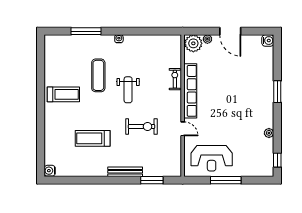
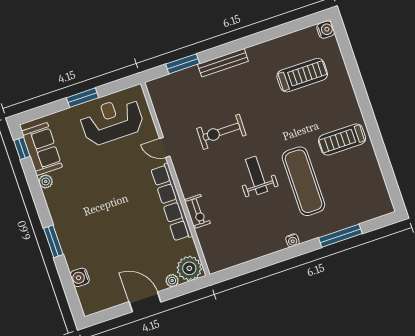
water cooler: (268, 41) -> (80, 277), moved
exercise mat: (98, 75) -> (303, 181), width x1.36, depth x1.45
treadmill: (93, 138) -> (302, 75), moved
sofa: (264, 155) -> (42, 149), added
window: (226, 180) -> (82, 98), width x0.69

